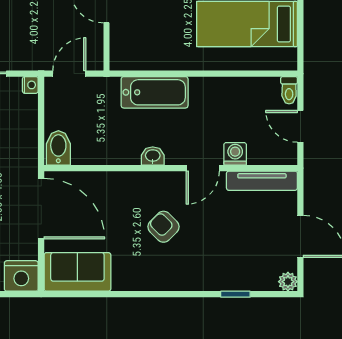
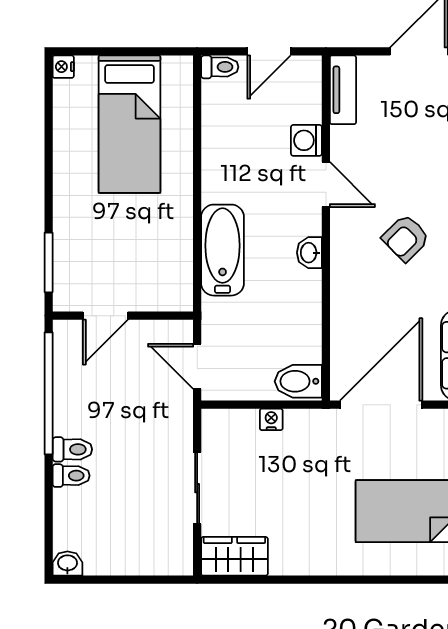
nightstand: (30, 85) -> (271, 419), moved
tv unit: (262, 181) -> (343, 90), width x0.71

